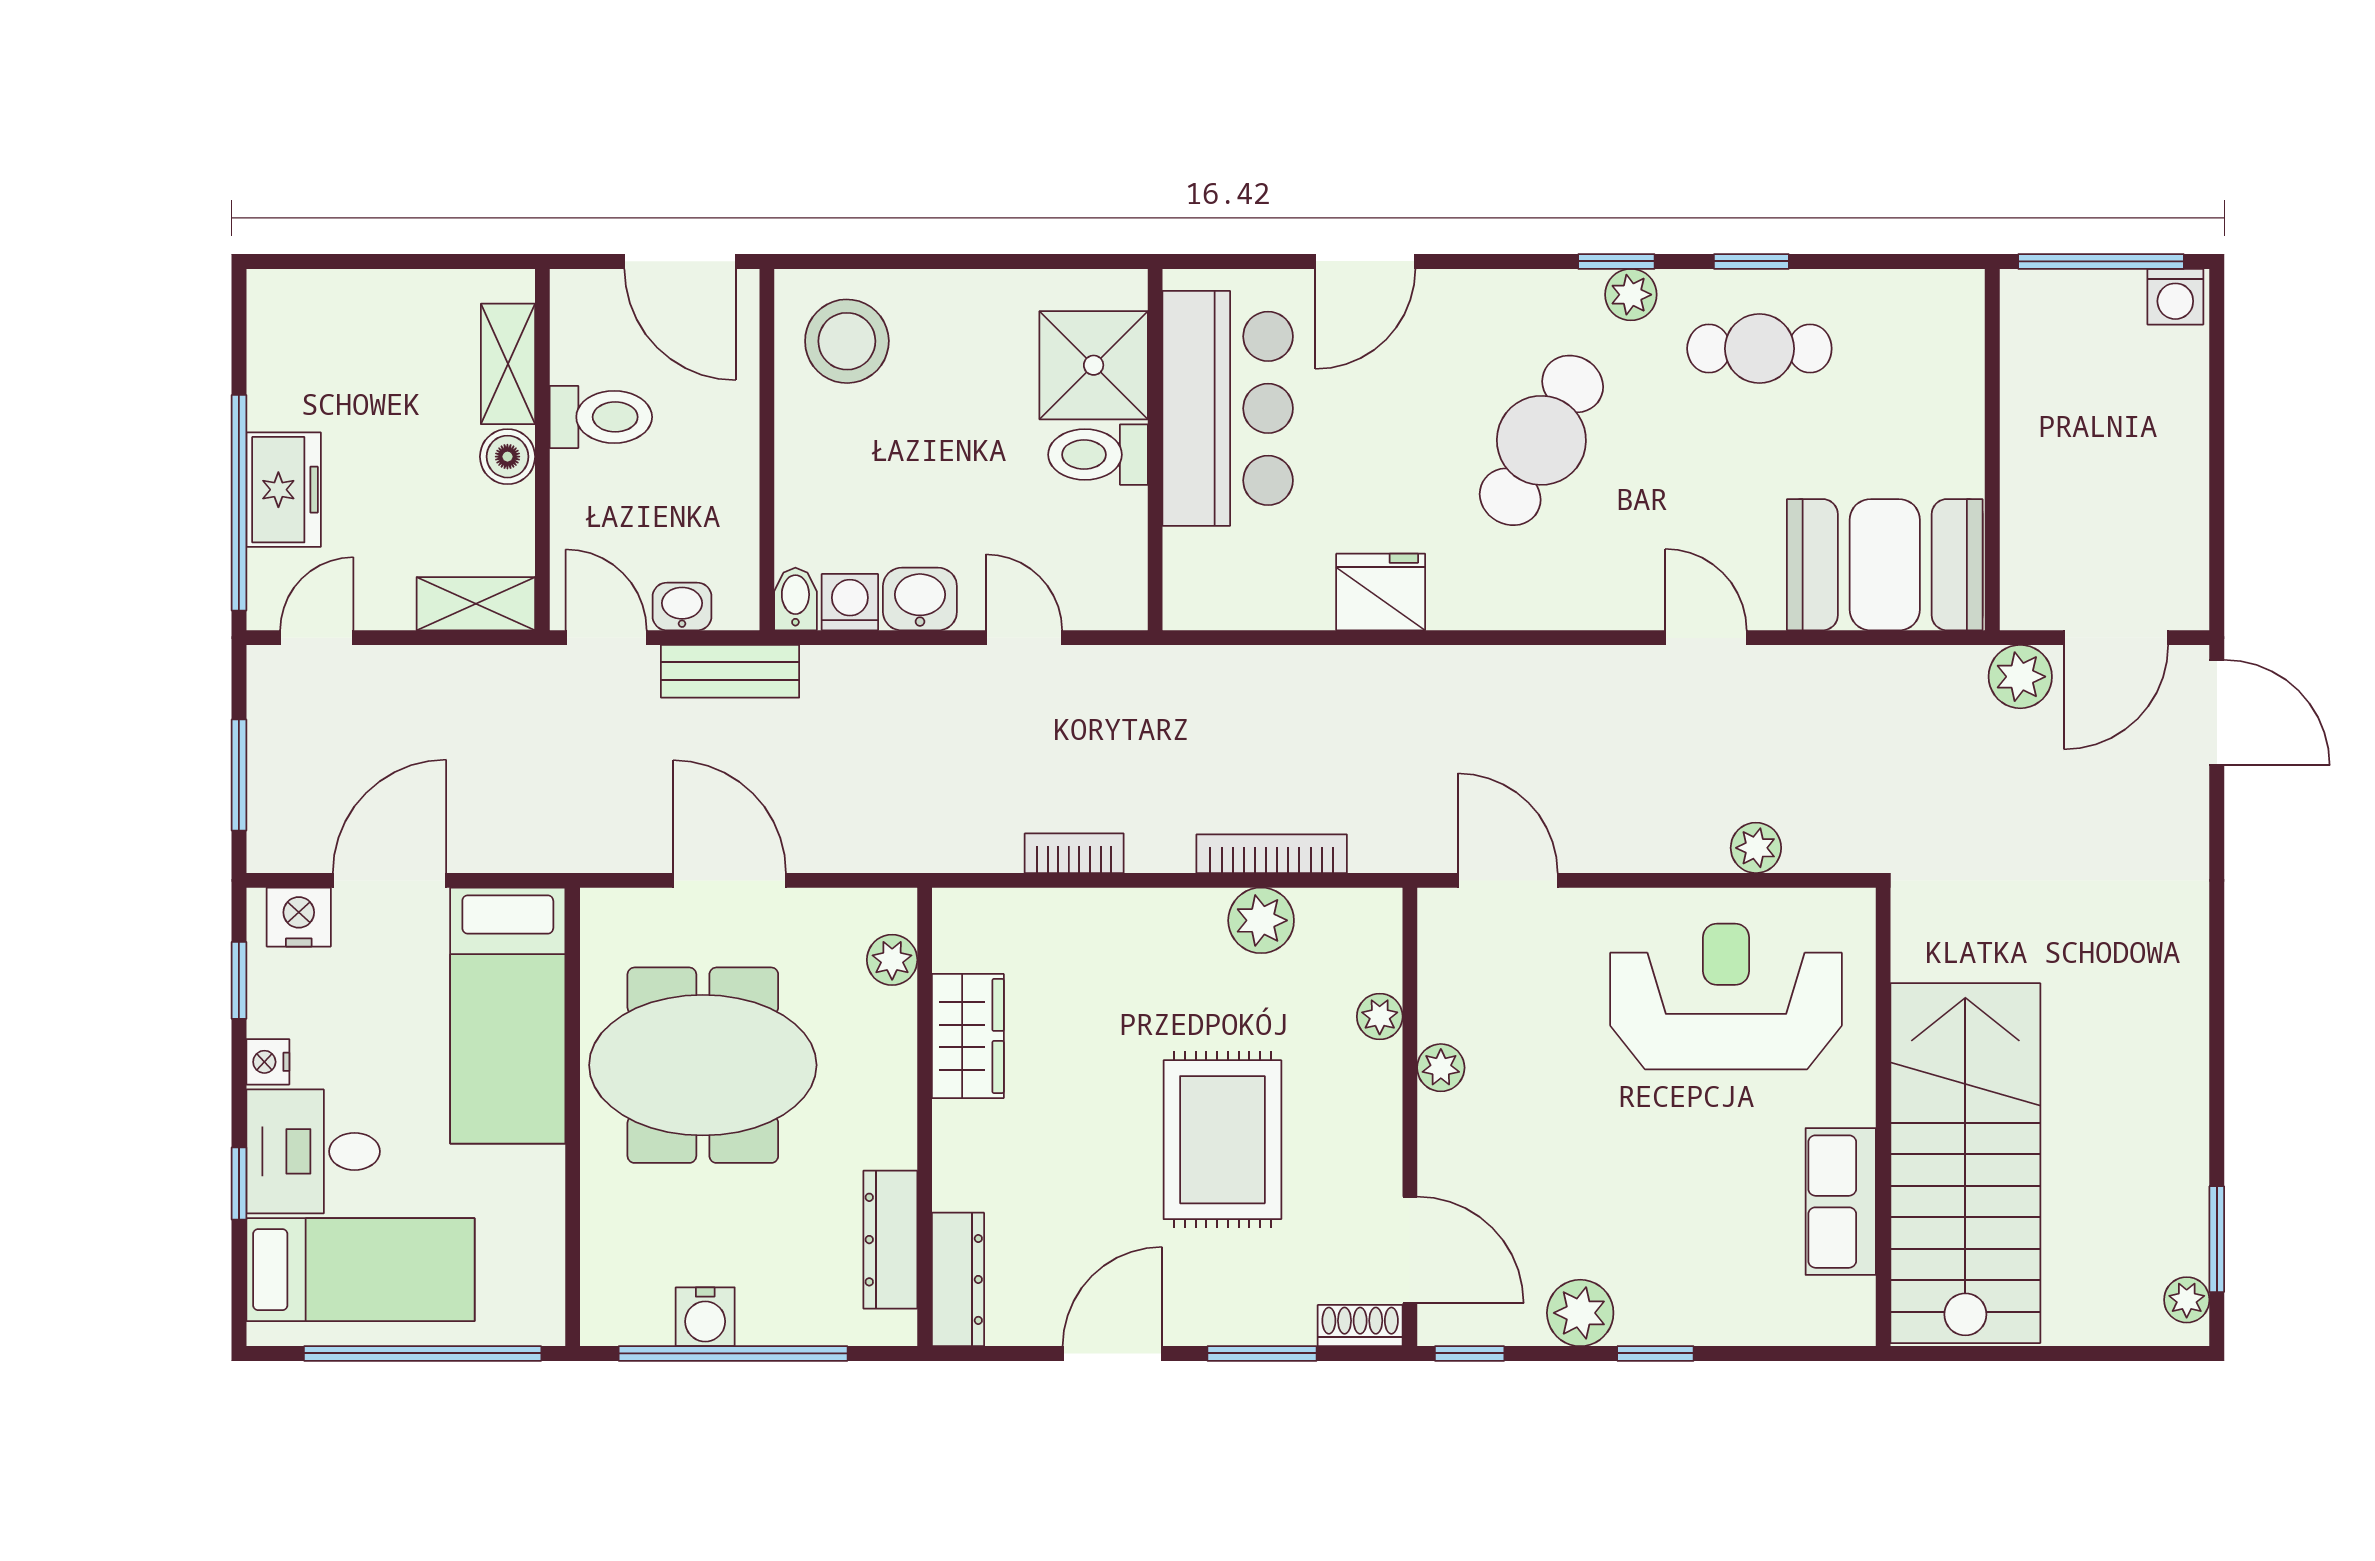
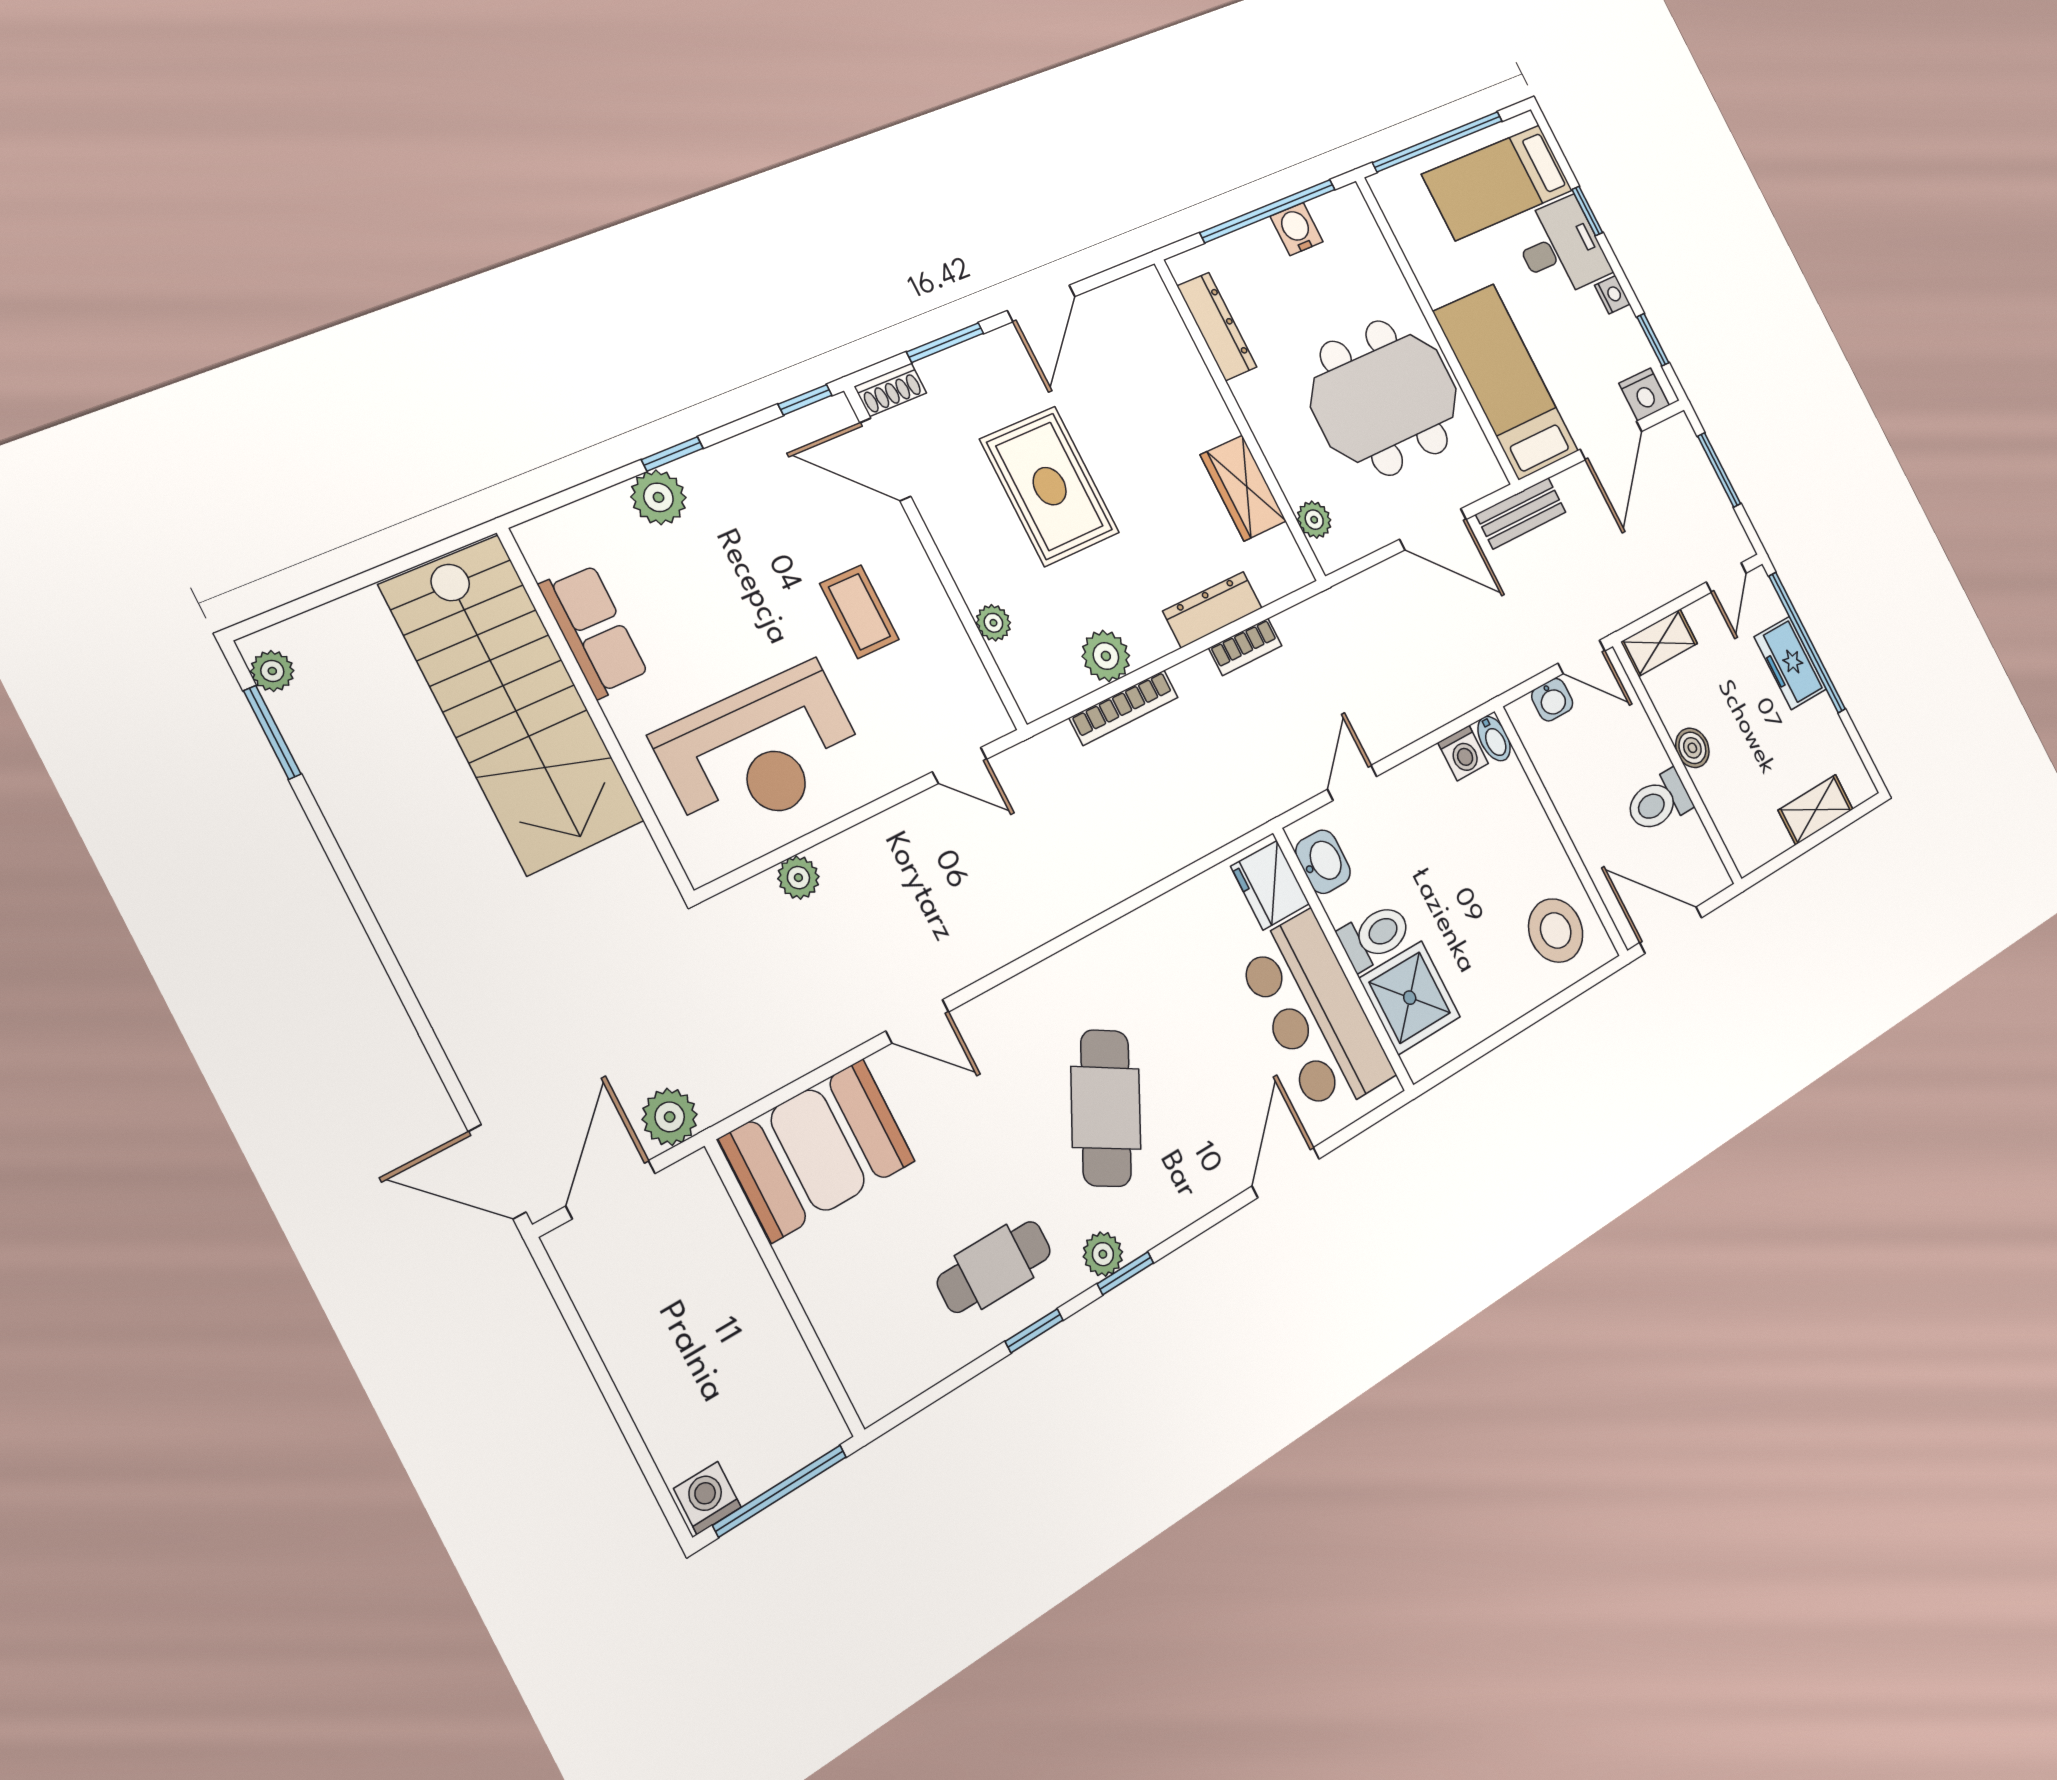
shelving: (508, 364) -> (1816, 810), moved, turned 90
fridge: (1381, 592) -> (1270, 885), moved, turned 90
washbasin: (920, 599) -> (1323, 862), moved, turned -90
door: (1024, 638) -> (1352, 783), swing flipped
bench: (730, 671) -> (1521, 513), moved
door: (1508, 880) -> (960, 765), width x0.73
plant: (1441, 1068) -> (933, 604), removed
coffee table: (1533, 1096) -> (859, 612), added
dresser: (958, 1279) -> (1212, 610), moved, turned 90
plant: (1580, 1313) -> (658, 497), moved

